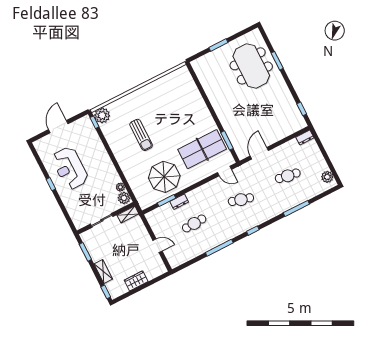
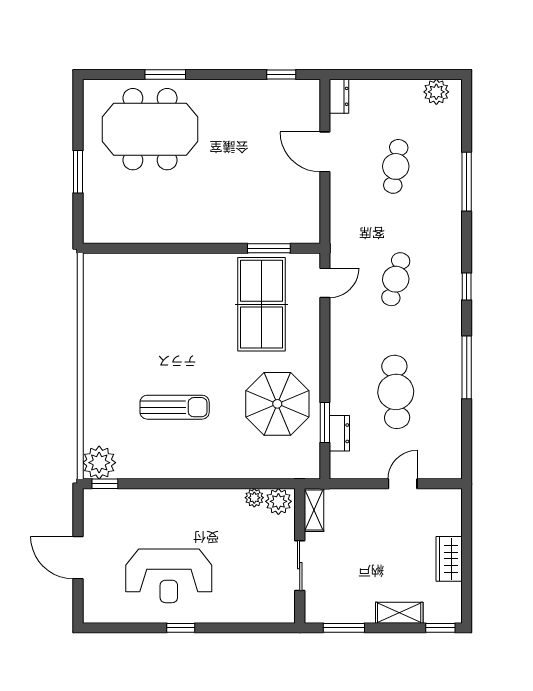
door: (259, 153) -> (325, 152), moved
dresser: (179, 202) -> (339, 433), moved
cafe table: (194, 223) -> (396, 392), width x1.37, depth x1.35

